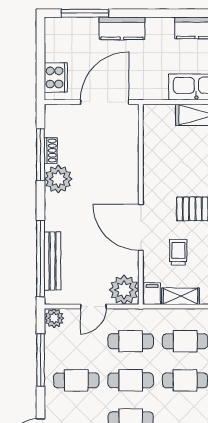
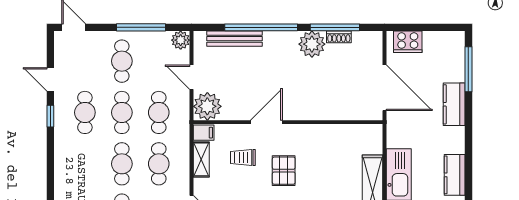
door: (141, 227) -> (266, 122), width x0.73
trolley: (178, 252) -> (243, 157), turned 180
window: (41, 258) -> (261, 27), moved

